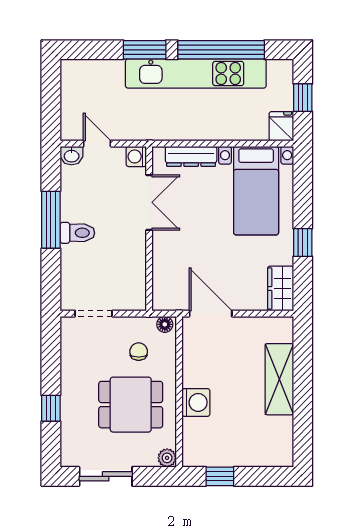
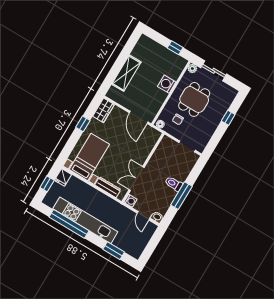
window: (145, 50) -> (114, 251), moved
dining table: (131, 405) -> (194, 99), turned 90
sliding door: (106, 476) -> (214, 71), moved

